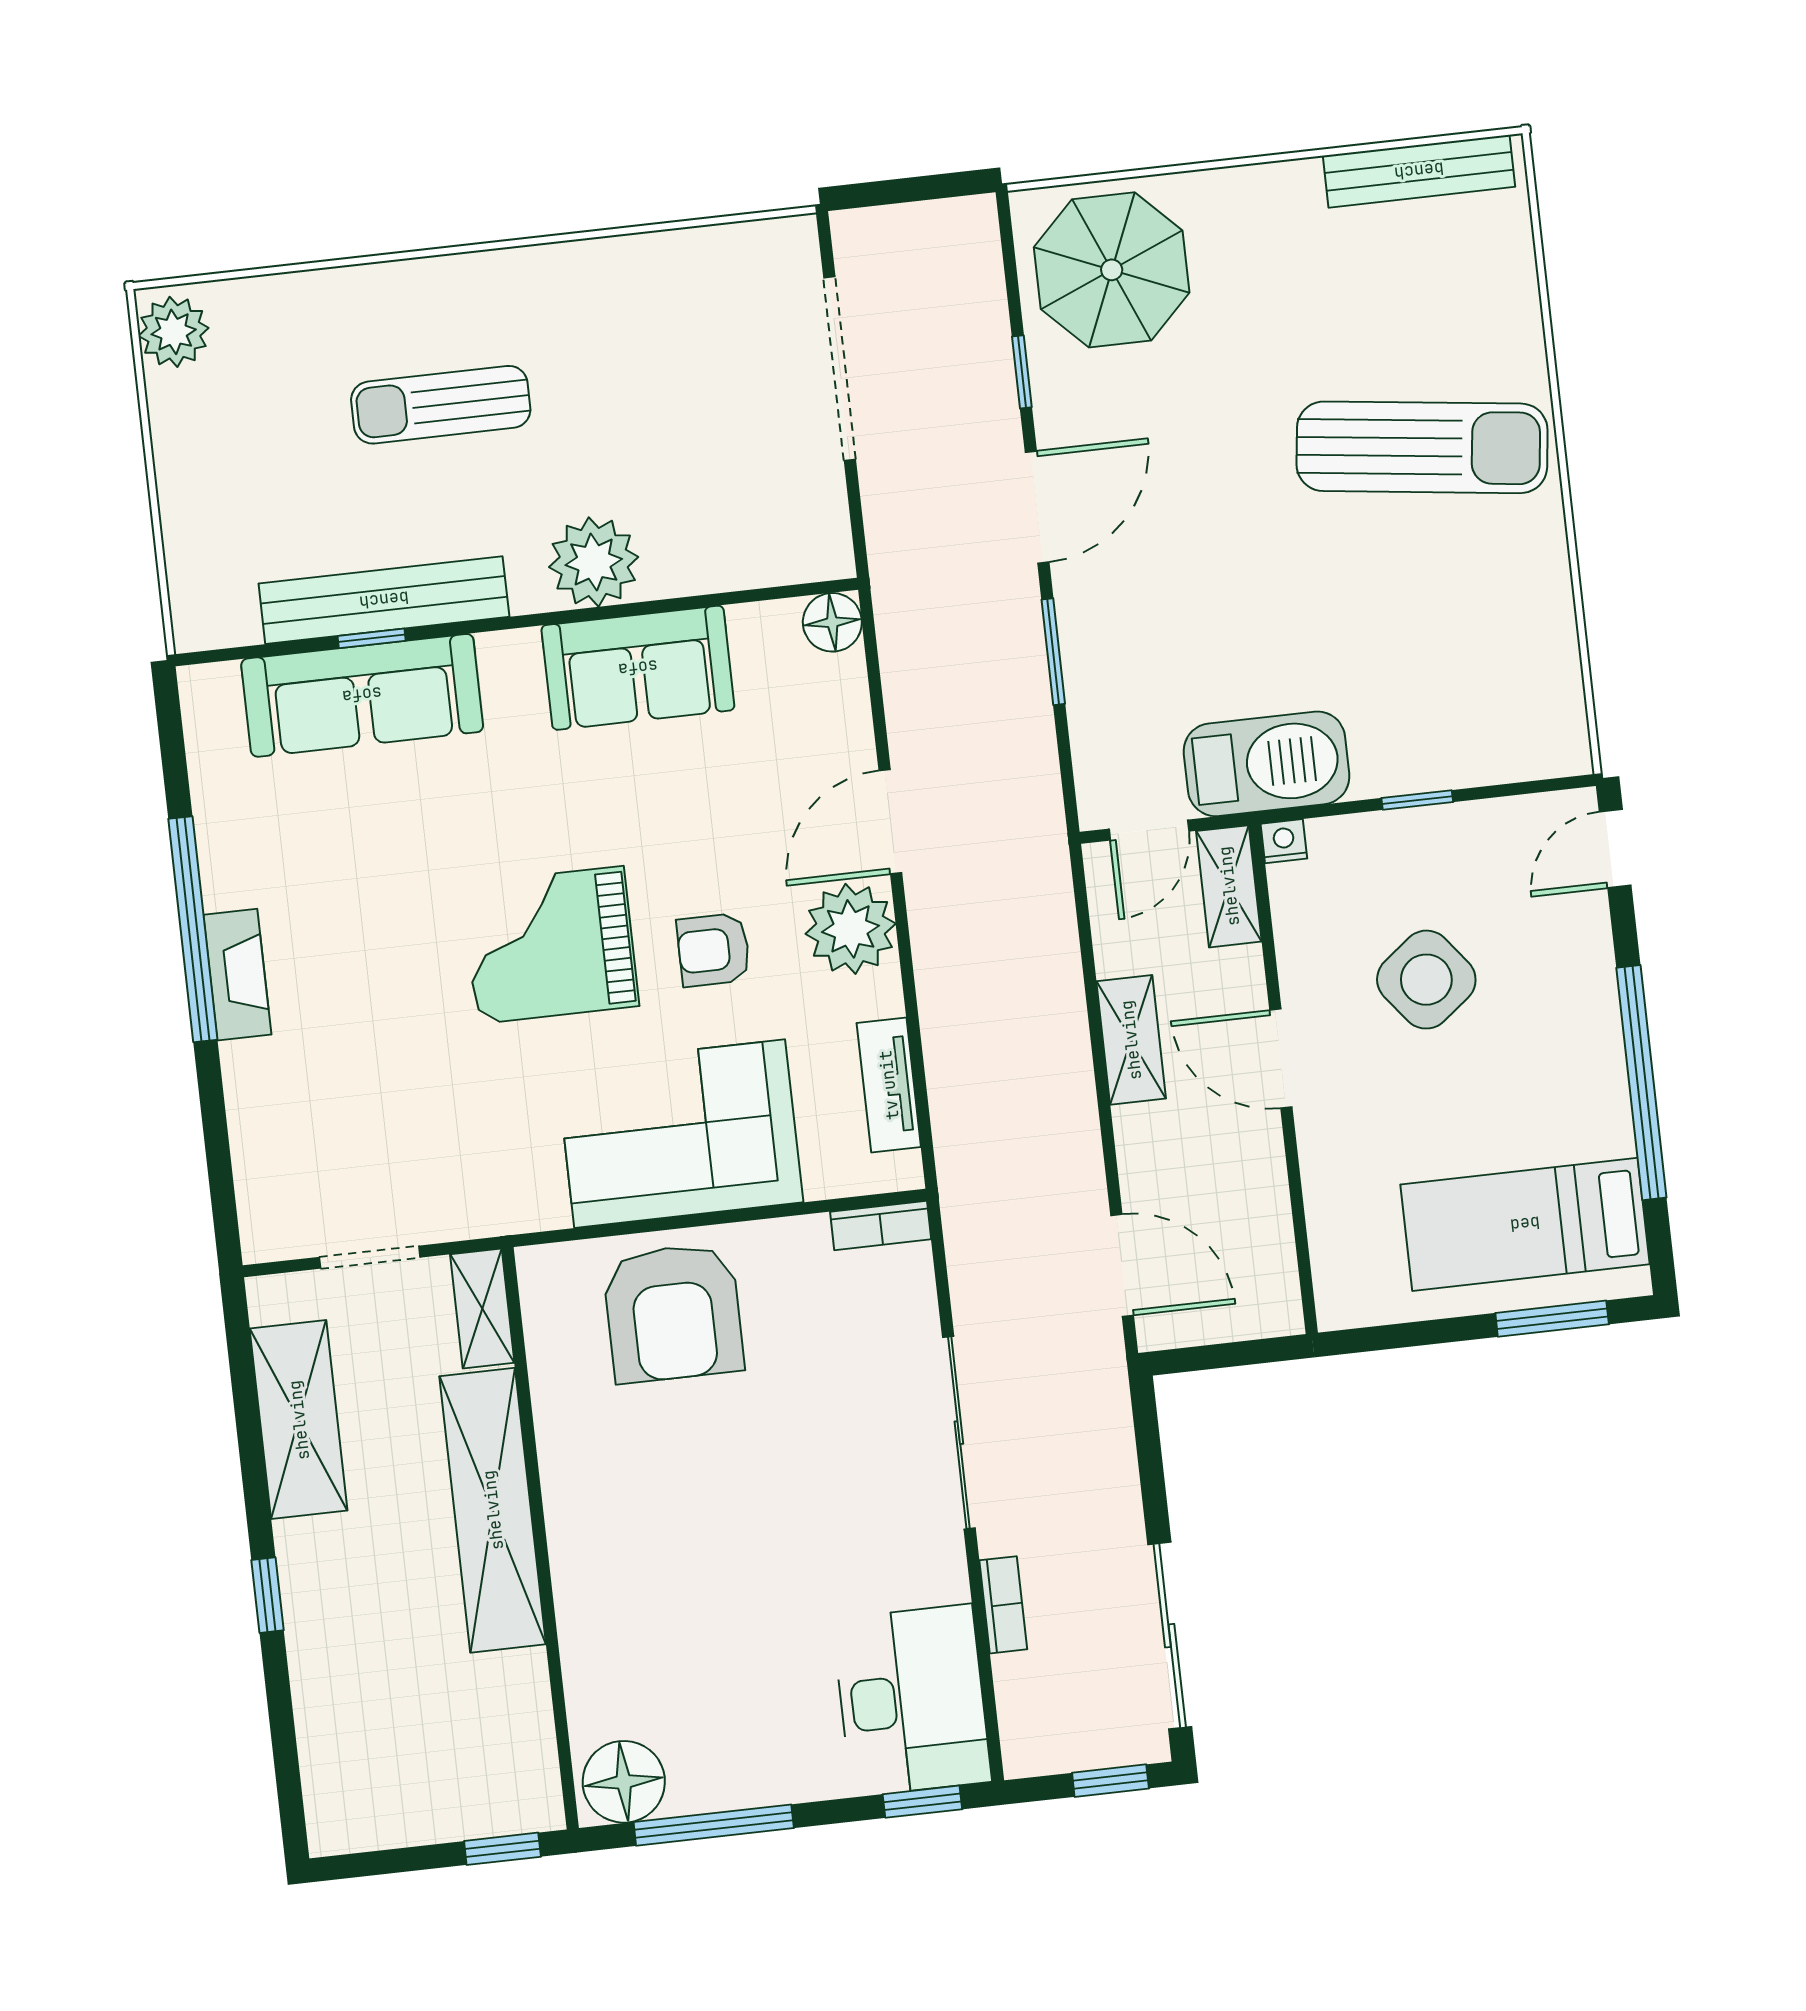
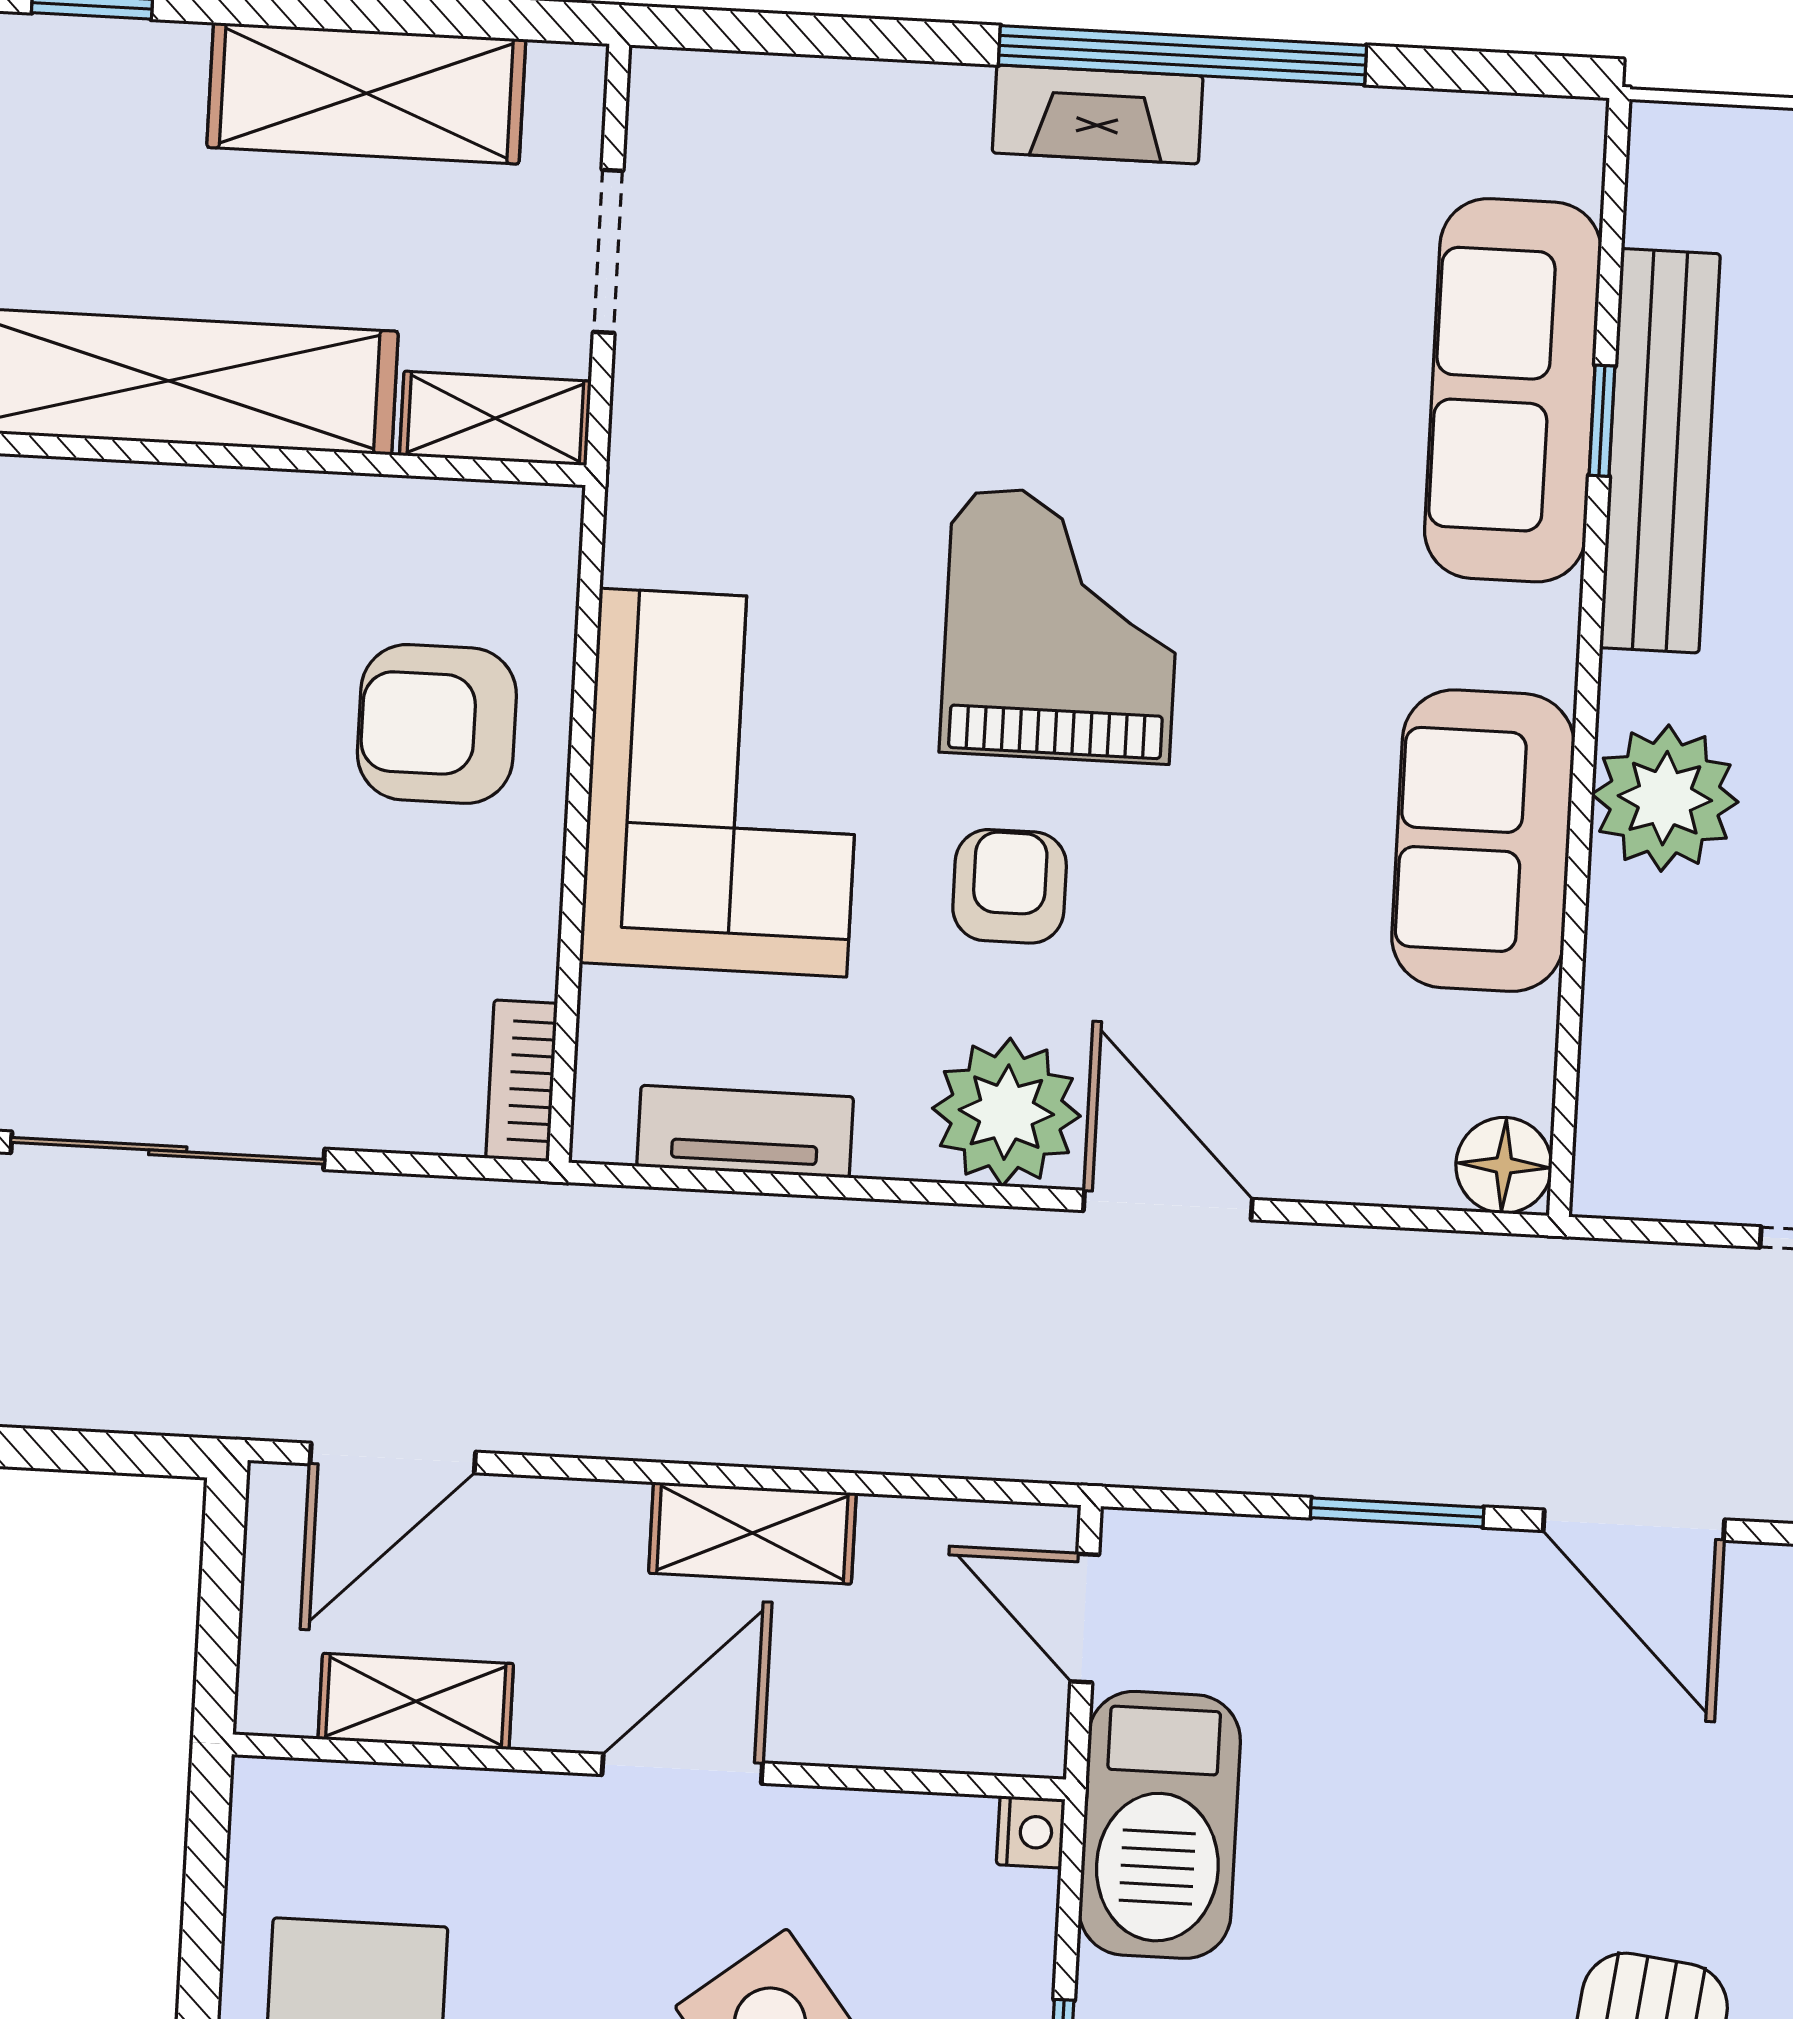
shelving: (1229, 886) -> (416, 1701), moved
armchair: (673, 1313) -> (437, 724), width x0.73, depth x0.73

